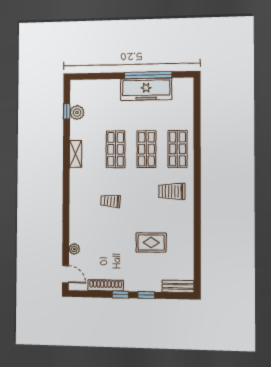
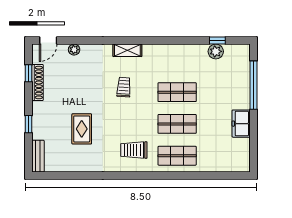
window: (148, 75) -> (253, 85), moved
freezer: (146, 89) -> (241, 124), width x0.52, depth x0.79
shelving: (76, 154) -> (127, 50), moved
trolley: (172, 191) -> (134, 150), turned -90
window: (120, 295) -> (28, 73), moved

